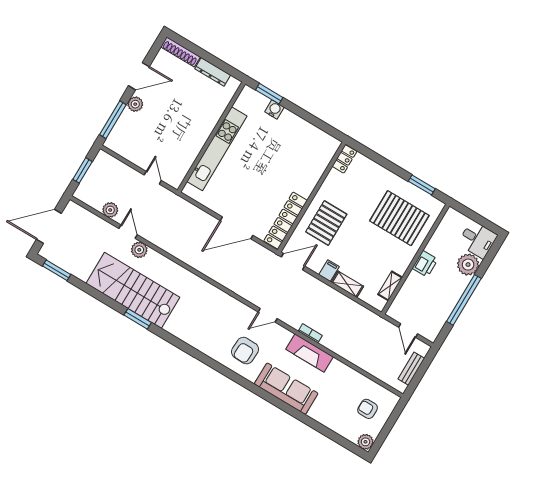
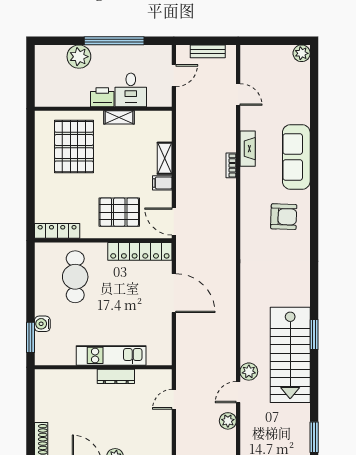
dresser: (213, 72) -> (116, 376), moved, turned 90
kitchen unit: (217, 149) -> (111, 355), width x0.73
cafe table: (296, 158) -> (75, 277), added
locker: (344, 159) -> (57, 231), width x1.53
window: (422, 185) -> (30, 144), removed
desk: (478, 239) -> (131, 90), moved, turned 180
shelving: (390, 286) -> (119, 117), moved
door: (268, 315) -> (238, 94), moved
fireplace: (309, 353) -> (248, 149), width x0.73, depth x0.76
armchair: (368, 409) -> (270, 70), removed

